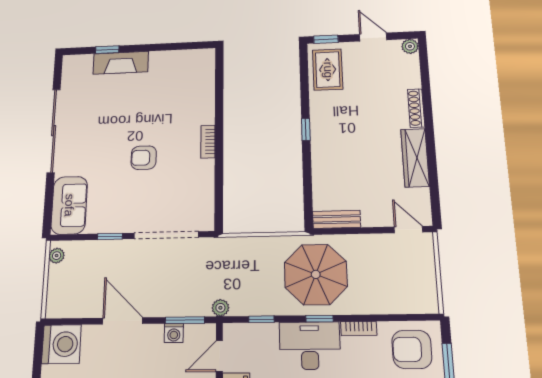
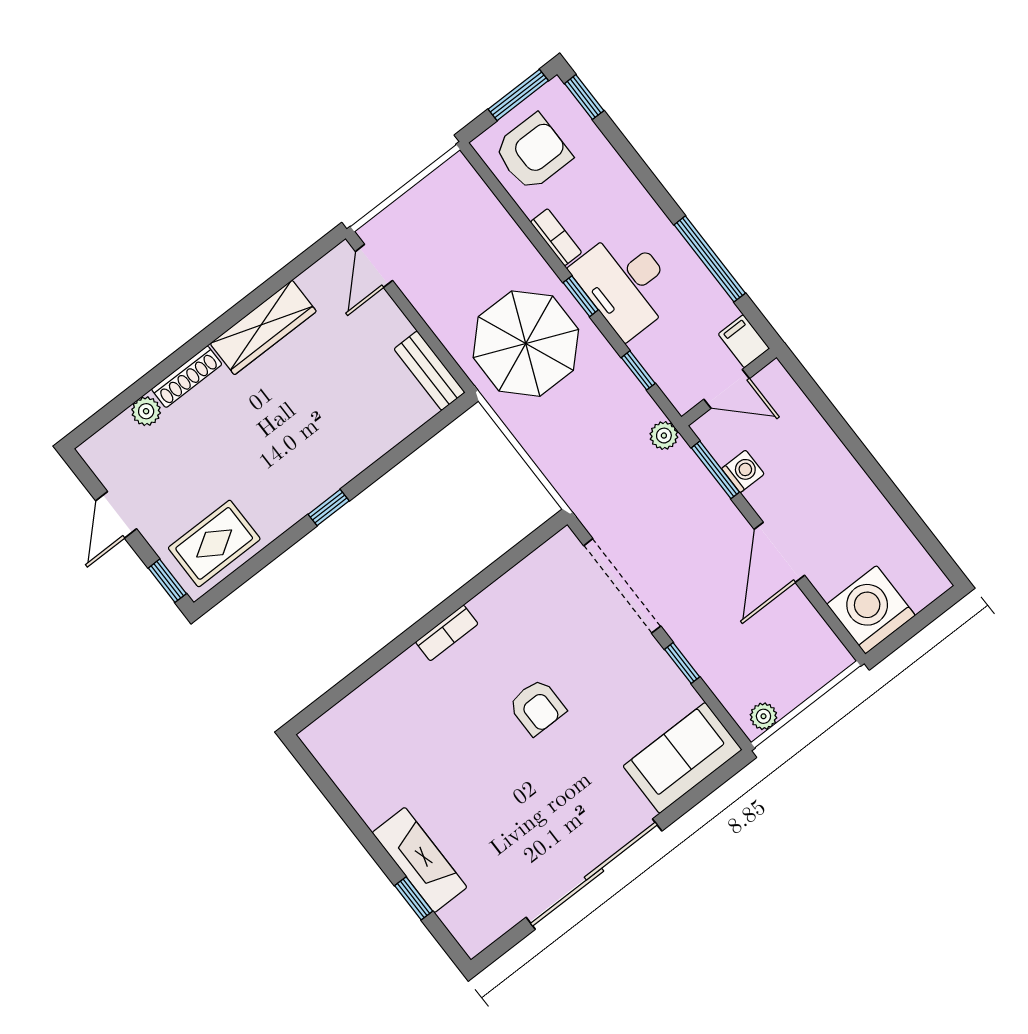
plant: (410, 46) -> (146, 411), moved
armchair: (412, 349) -> (533, 152), turned -90

